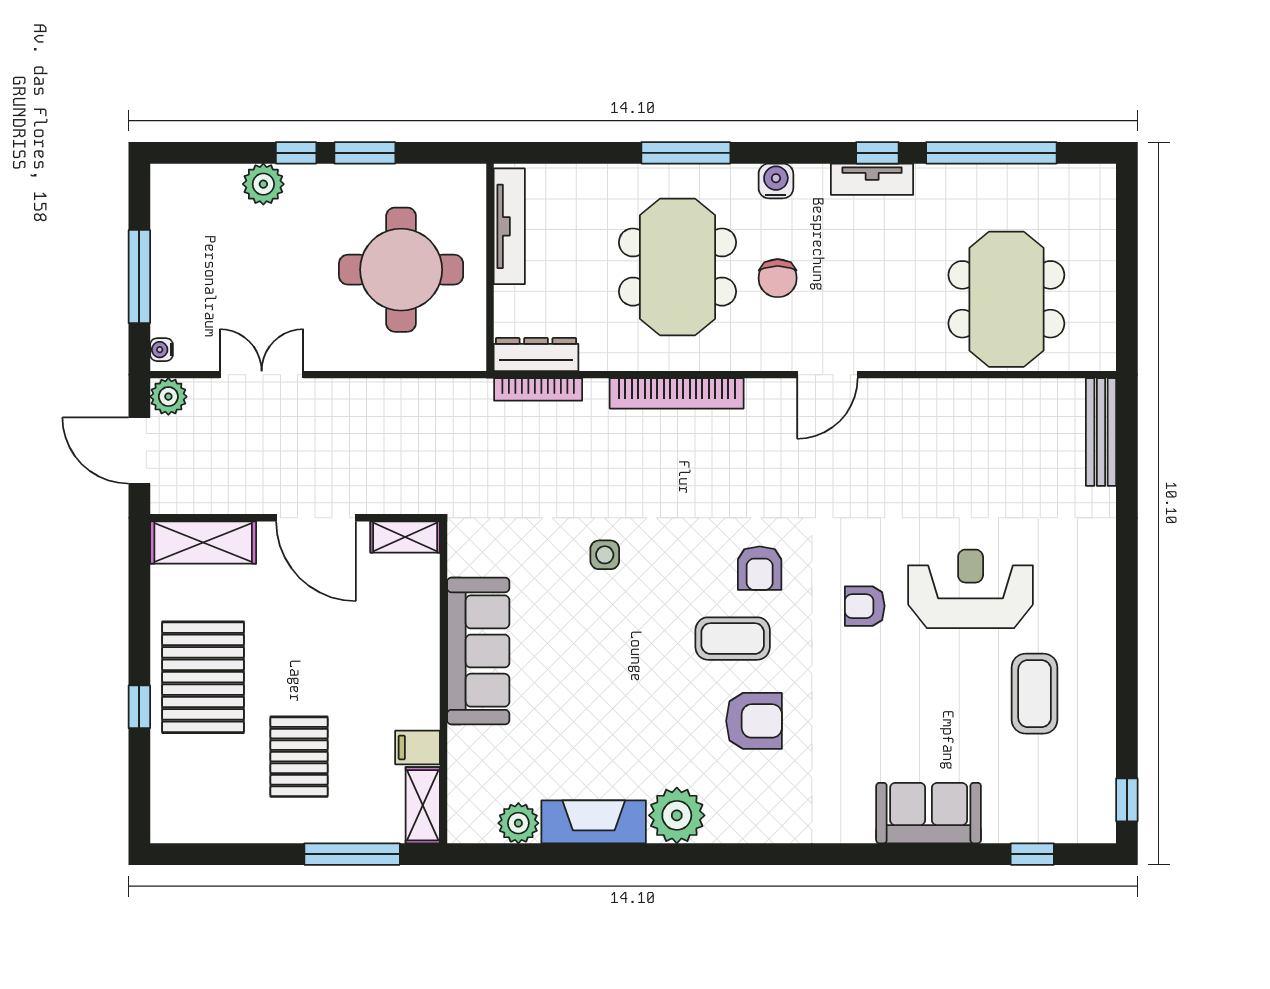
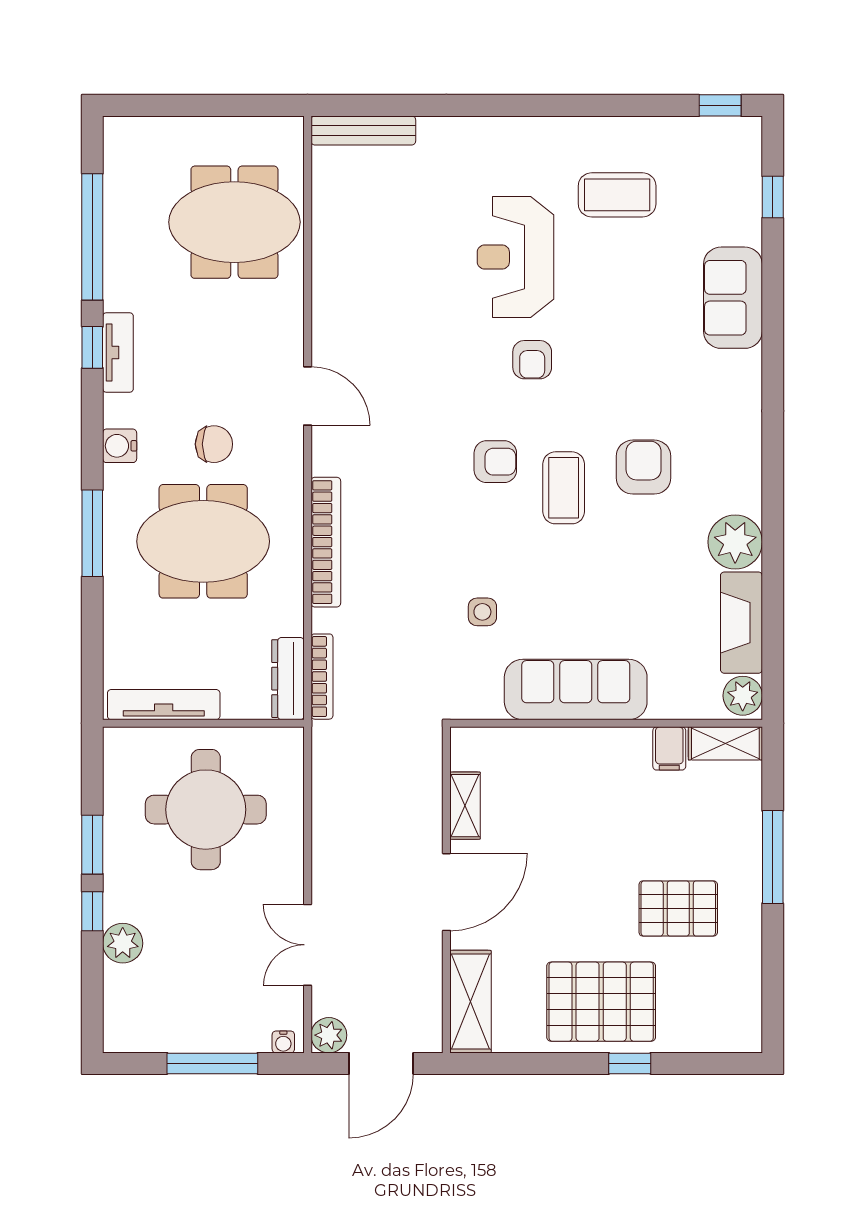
sofa: (478, 651) -> (576, 690), moved
wall: (443, 682) -> (606, 723), moved
filing cabinet: (417, 747) -> (669, 748), moved
shelving: (423, 805) -> (725, 743), moved

